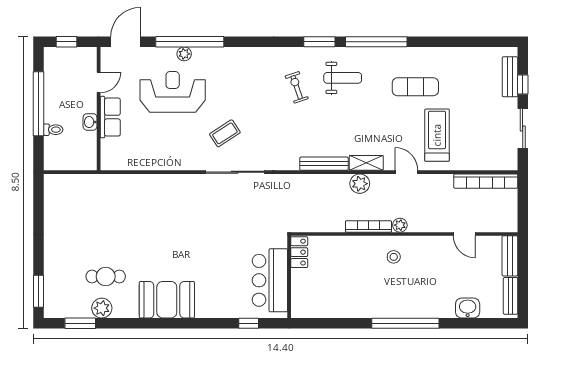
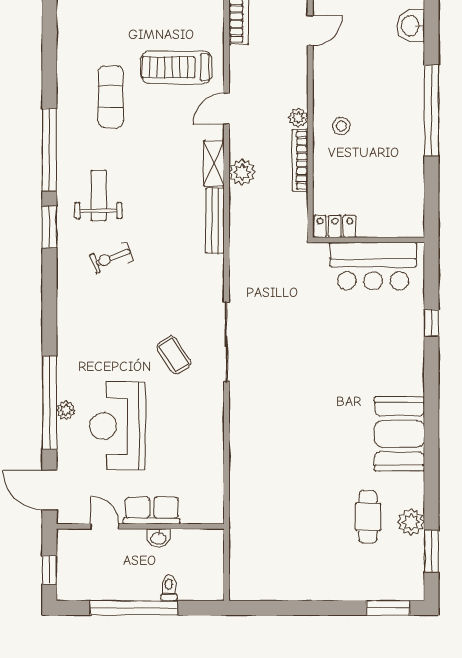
locker: (299, 252) -> (335, 226), moved
wall: (289, 277) -> (369, 240), moved
bar counter: (270, 280) -> (373, 266), moved

